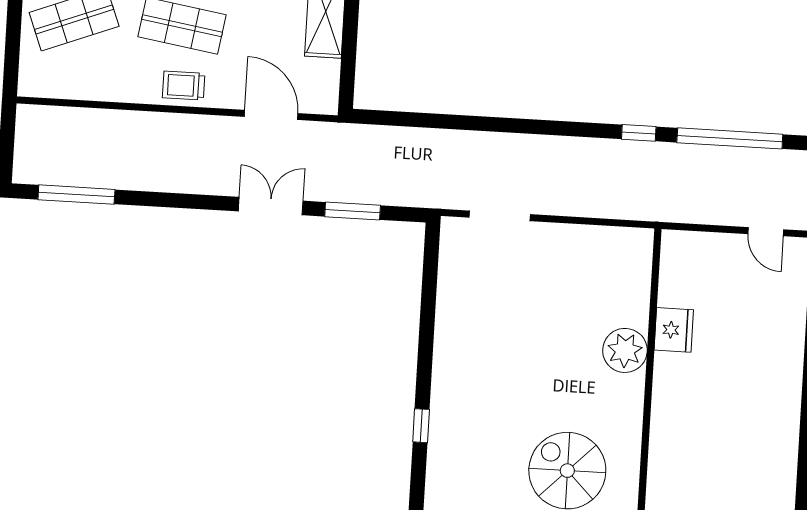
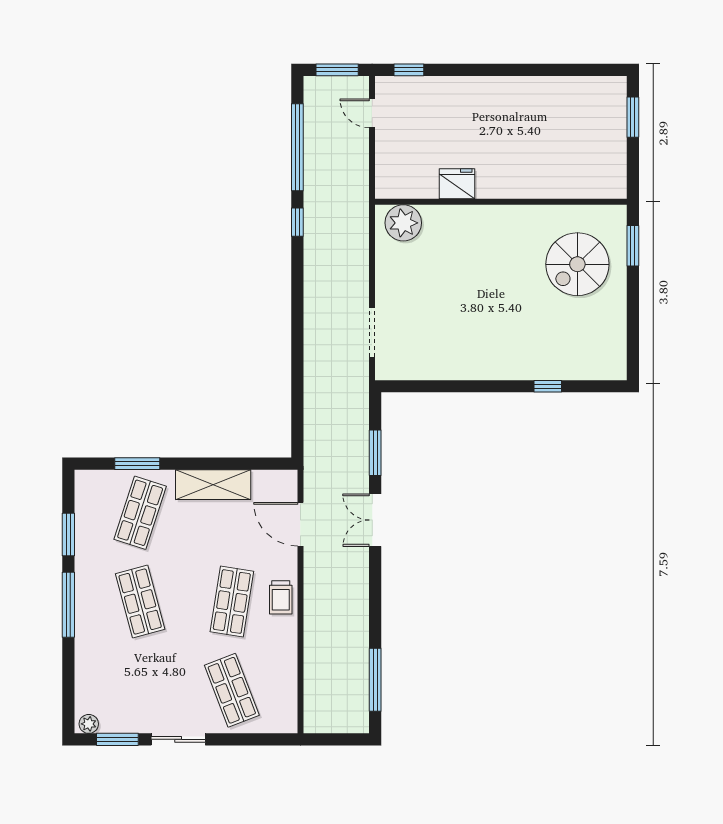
door: (271, 115) -> (300, 524), hinge flipped
door: (766, 232) -> (372, 113), swing flipped
plant: (625, 350) -> (403, 223), moved

